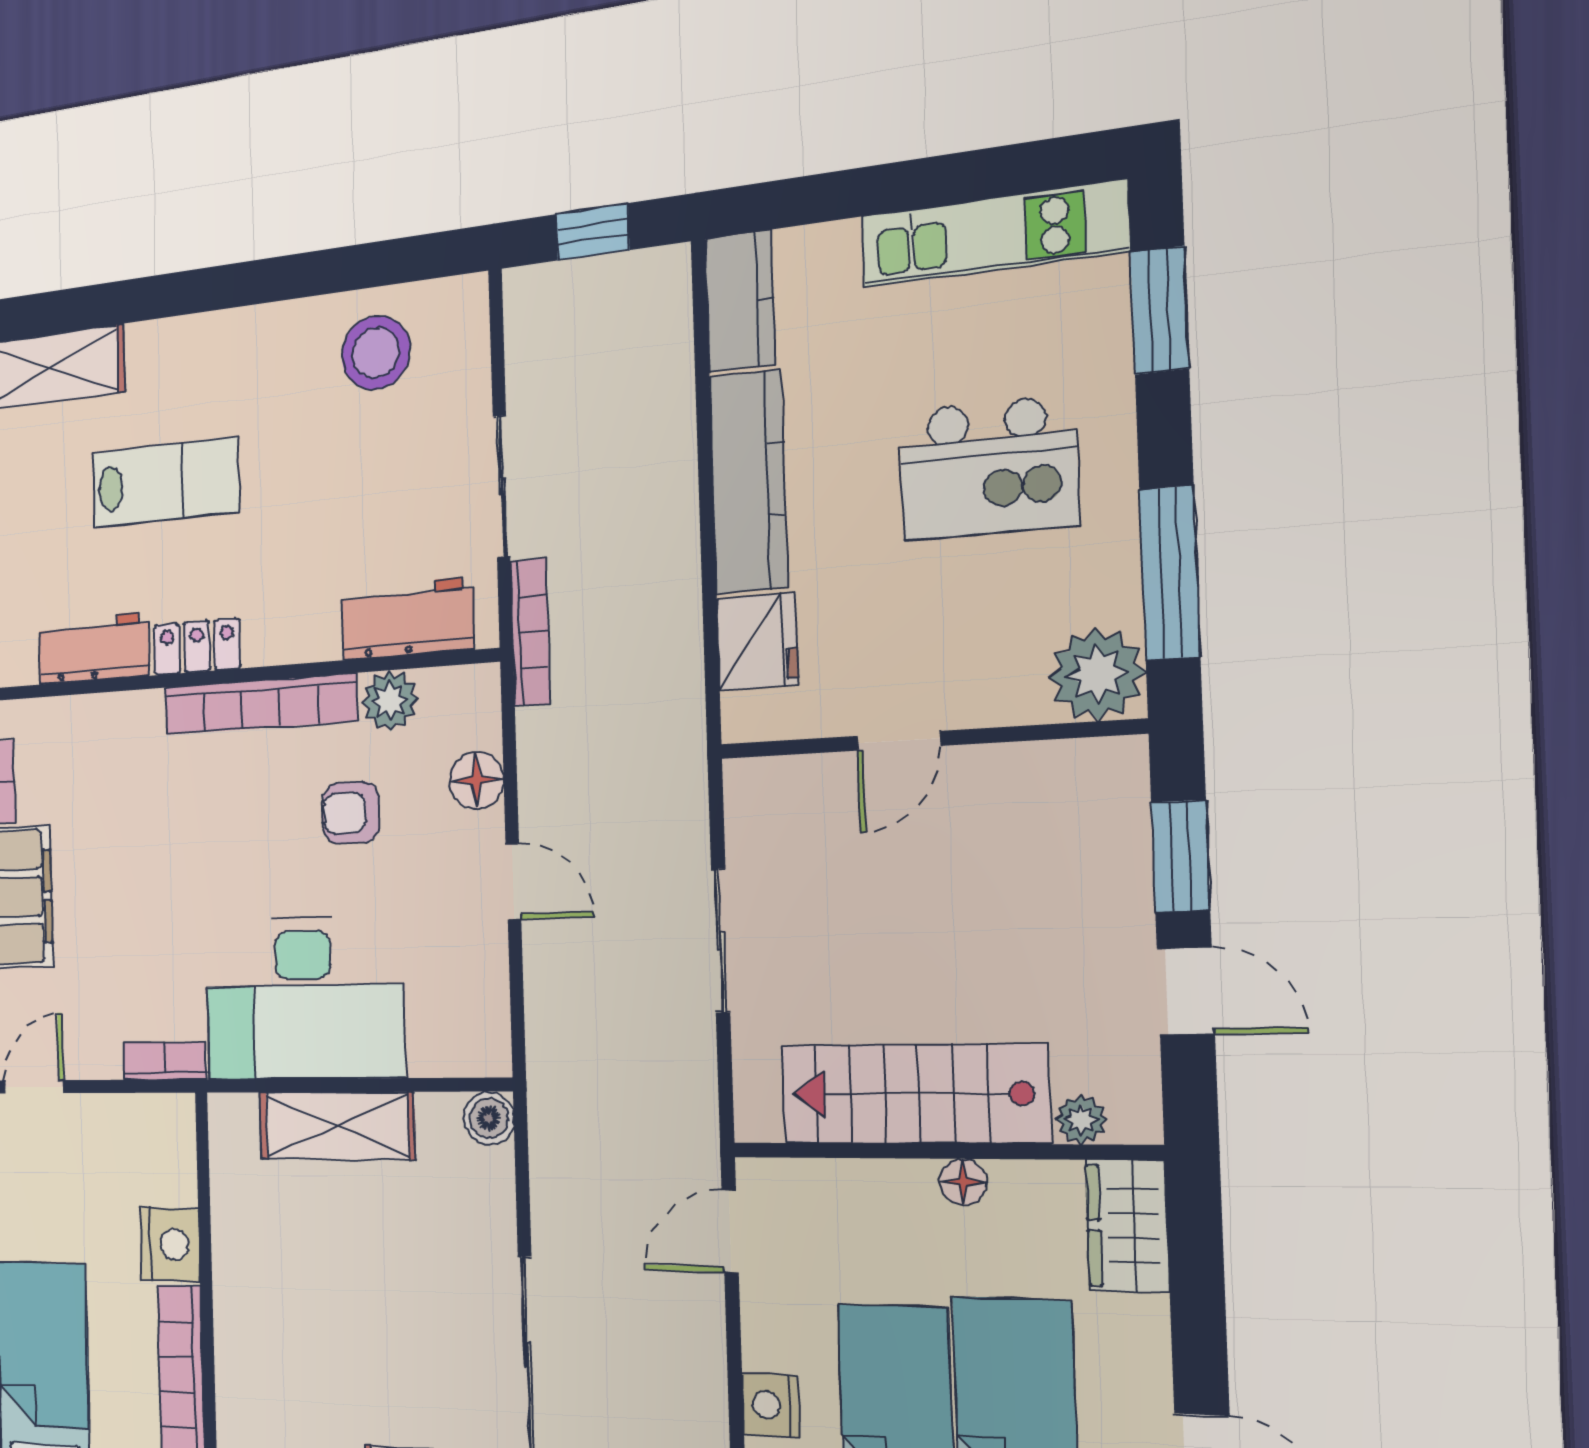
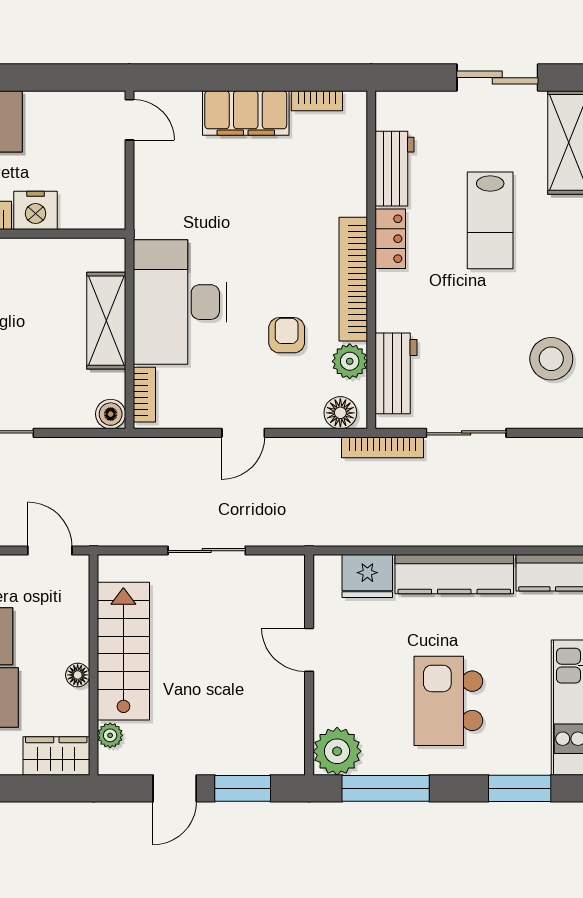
floor lamp: (477, 780) -> (340, 413), moved
bookcase: (164, 1061) -> (144, 395), moved

